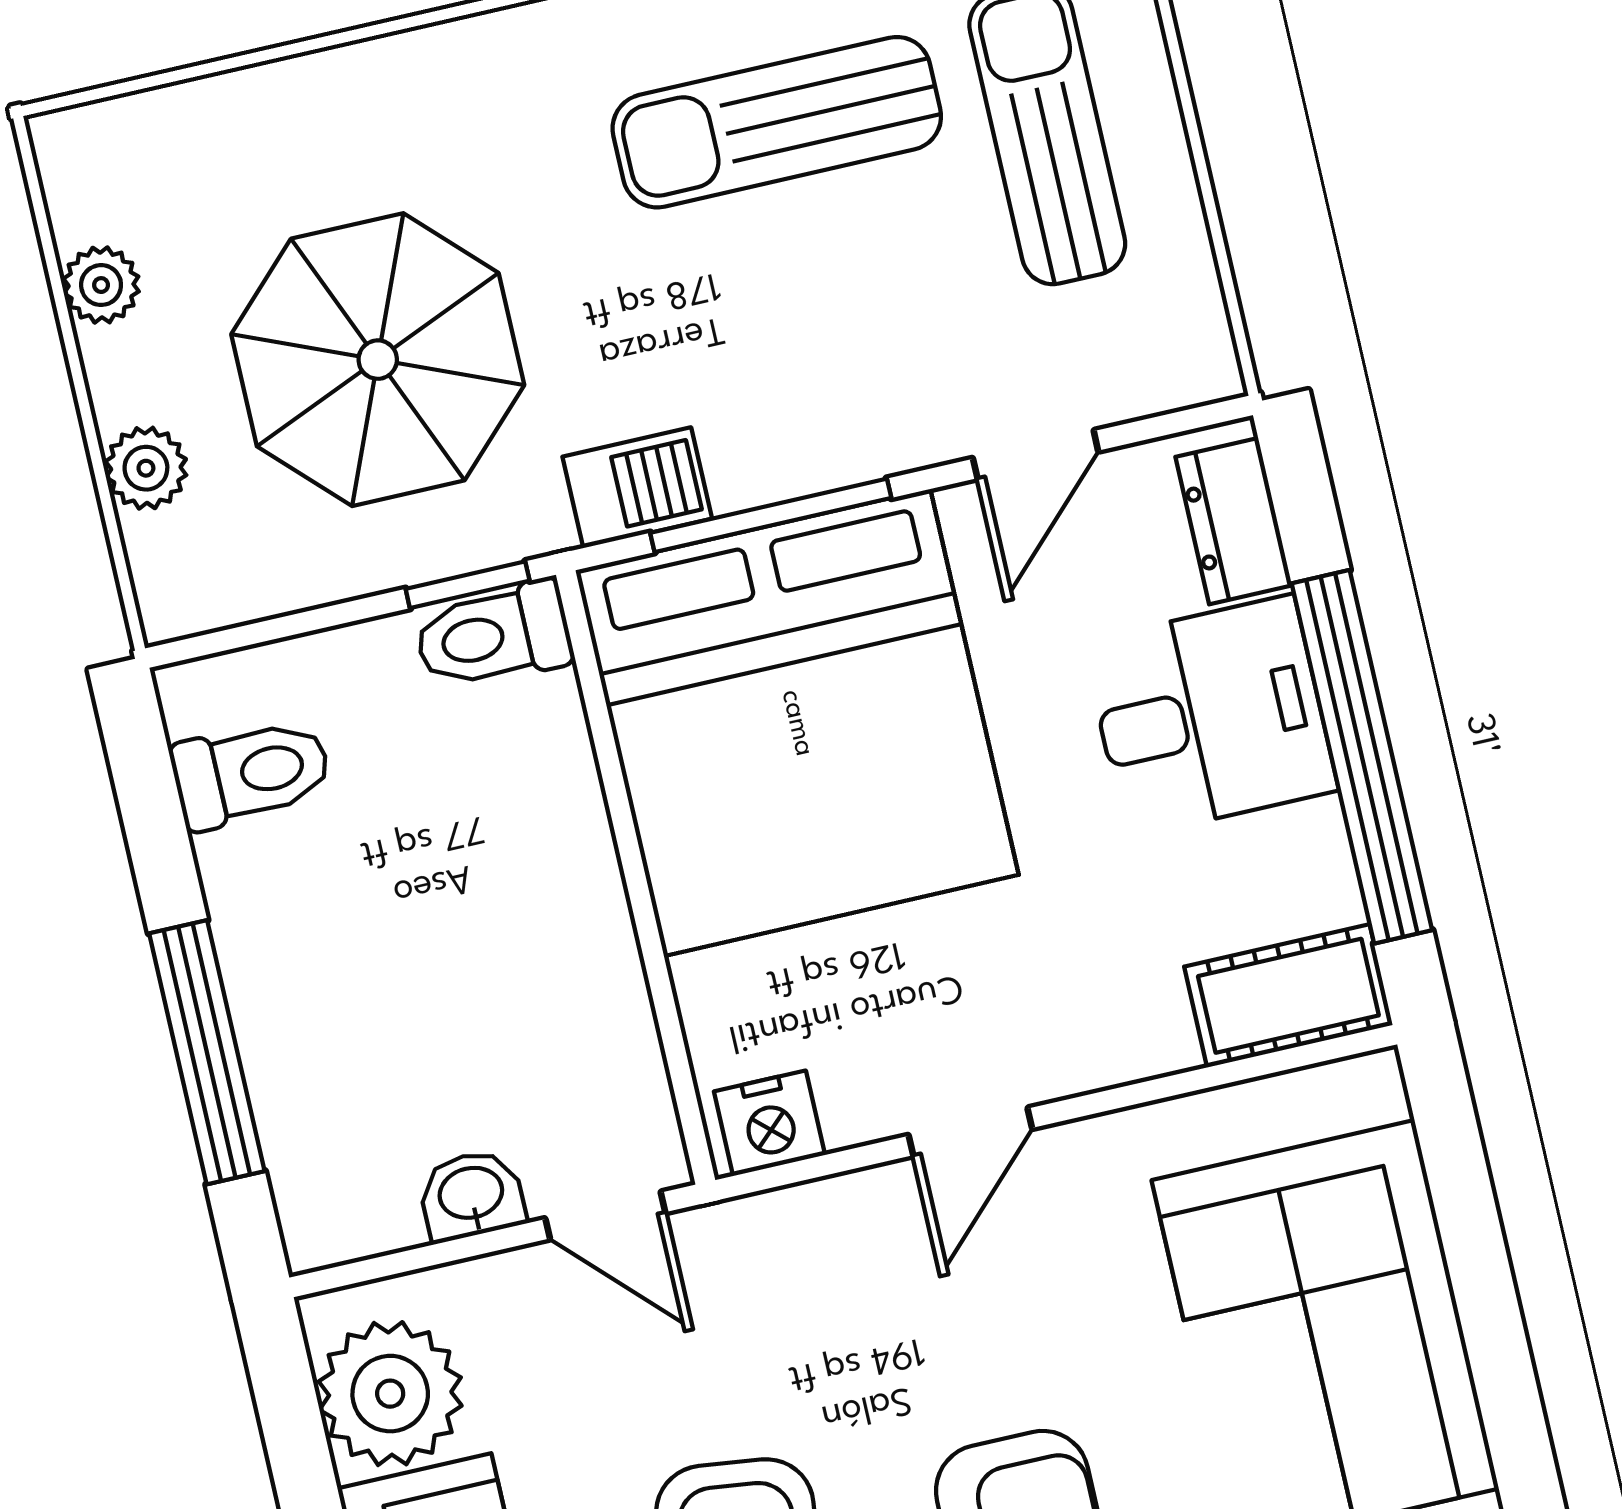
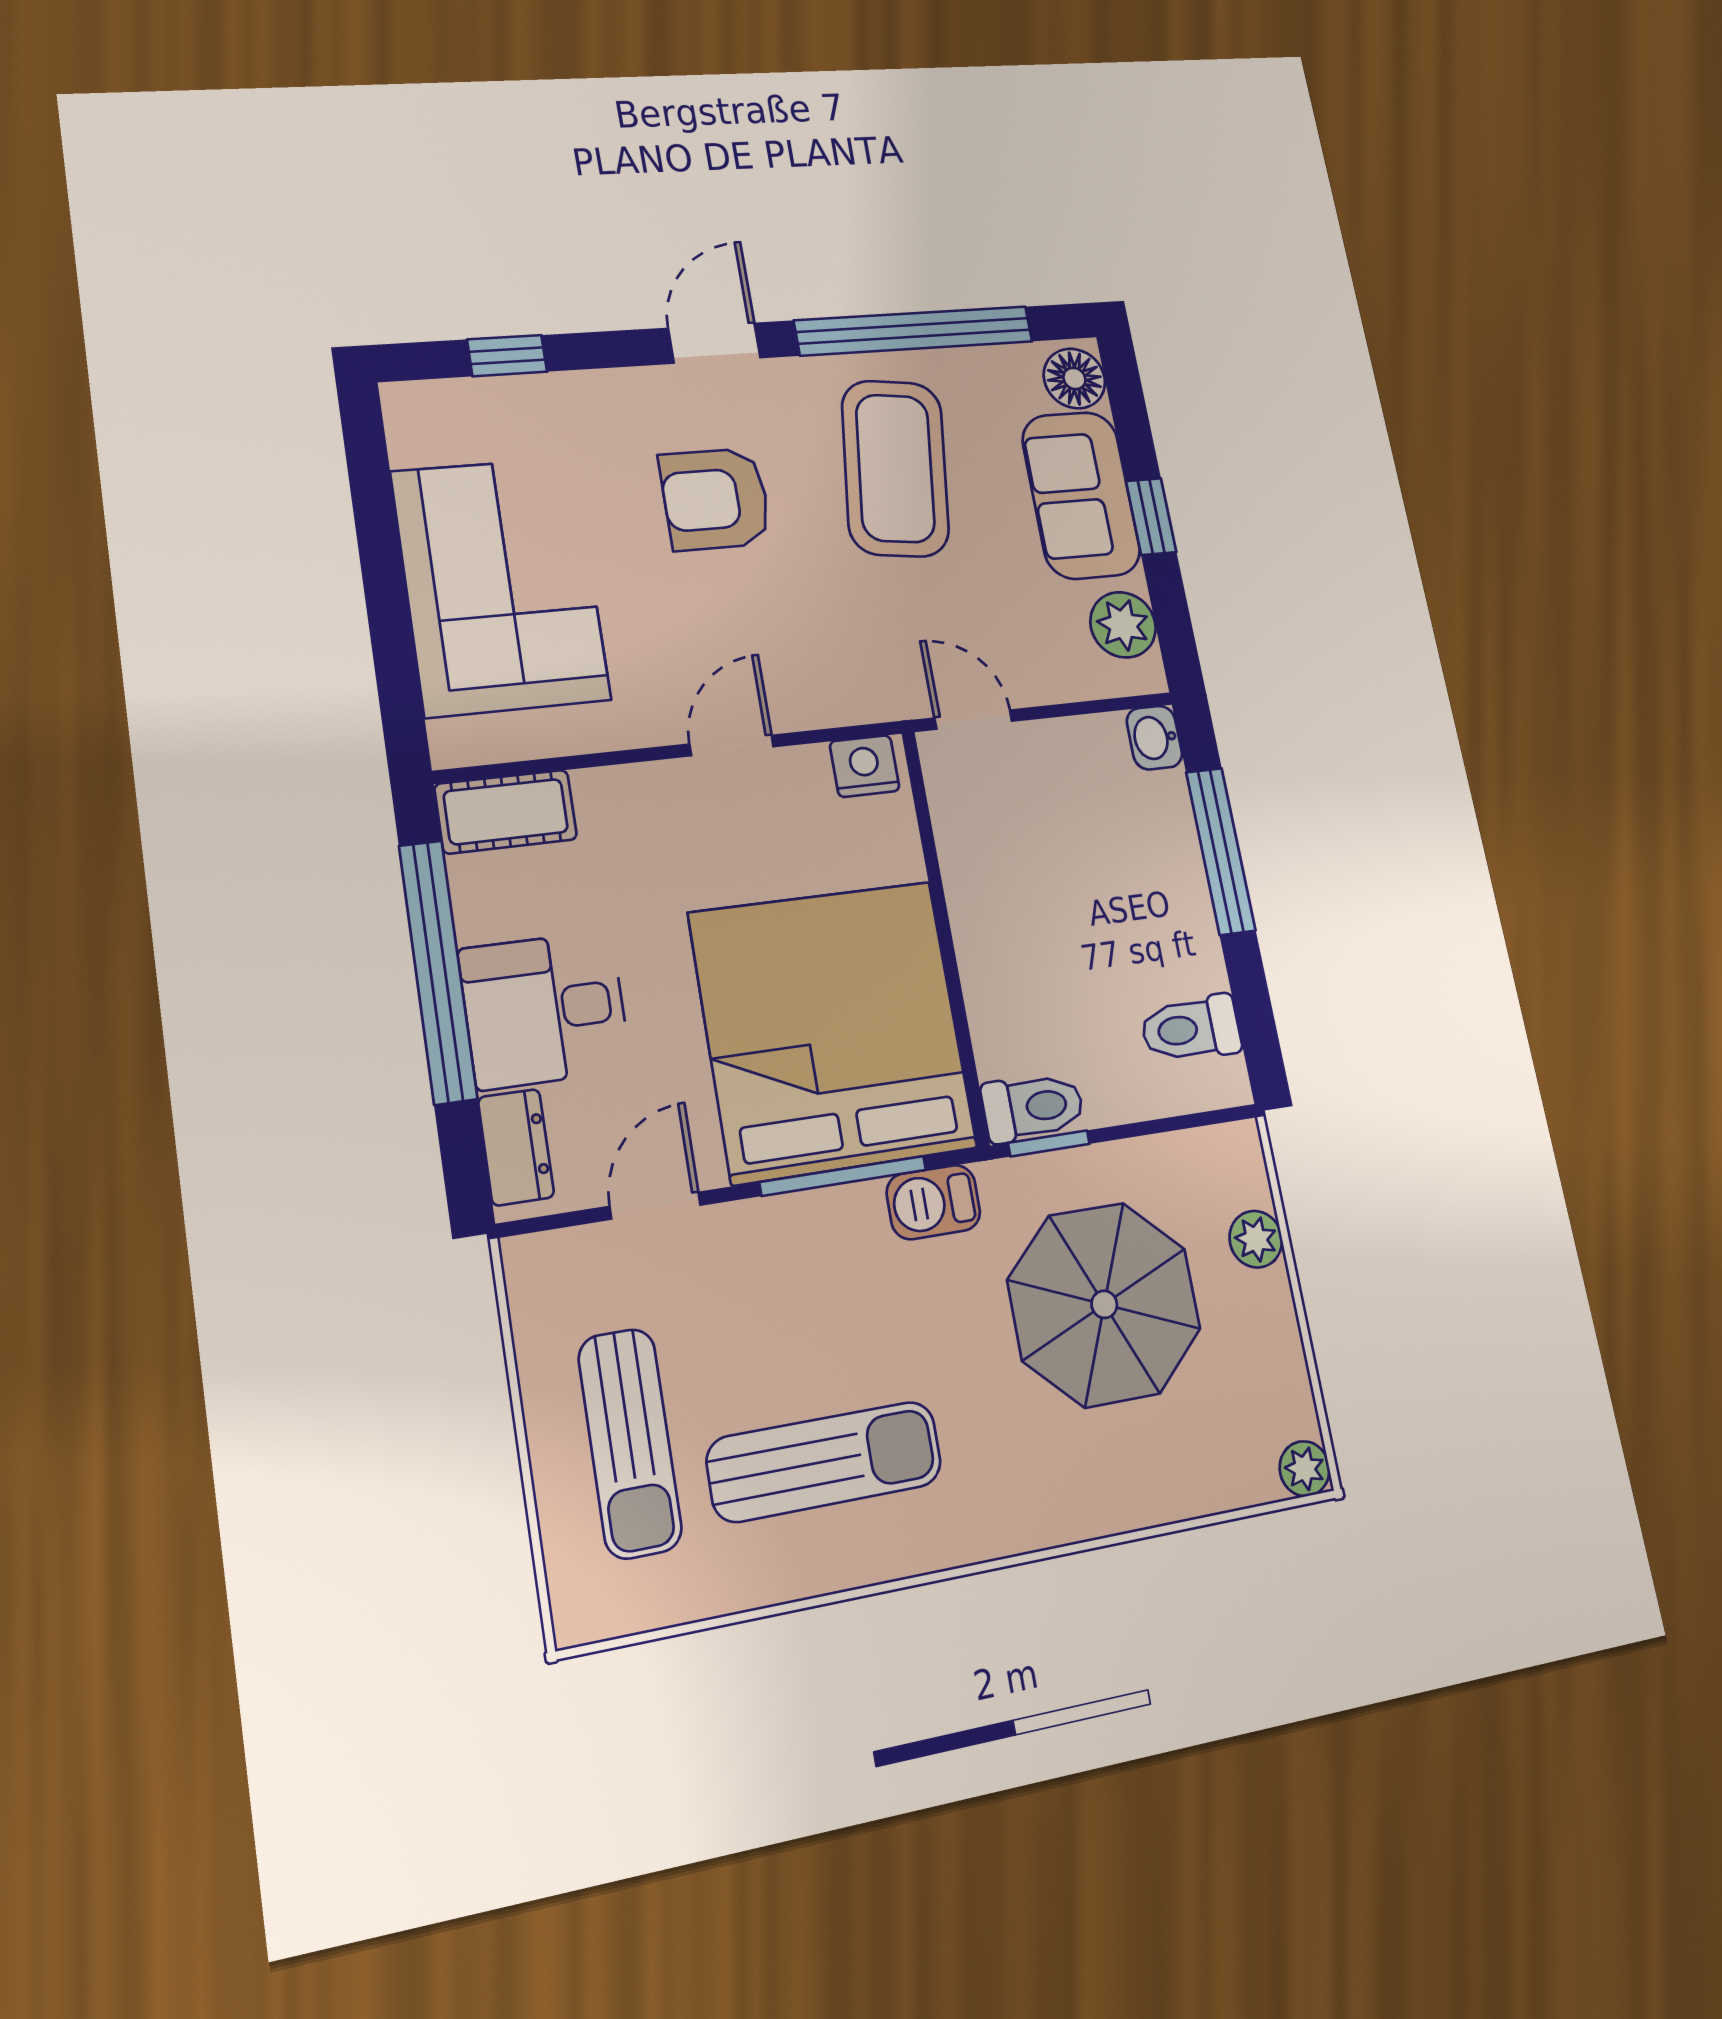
plant: (101, 285) -> (1305, 1469), moved
washbasin: (471, 1195) -> (1154, 738), moved, turned 90
plant: (390, 1394) -> (1123, 625), width x0.73, depth x0.73

